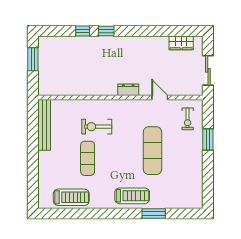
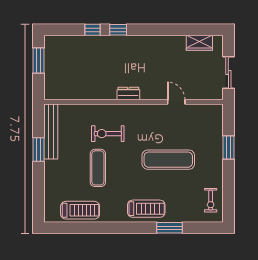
dresser: (128, 90) -> (128, 94), moved
exercise bike: (188, 119) -> (211, 200), moved
window: (33, 141) -> (38, 150), added
exercise mat: (152, 151) -> (168, 160), turned 90

